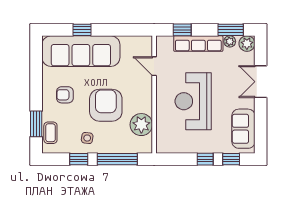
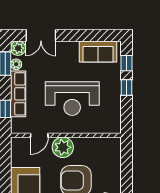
double door: (261, 82) -> (41, 35), moved
plant: (141, 125) -> (63, 147), moved
window: (117, 159) -> (126, 170), removed

